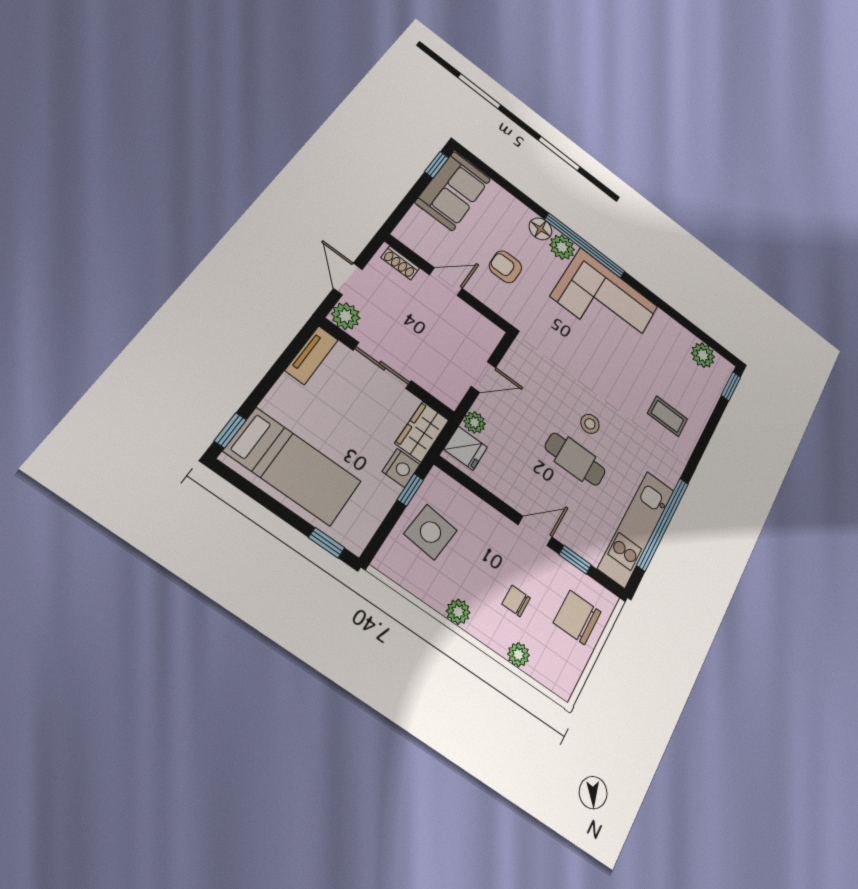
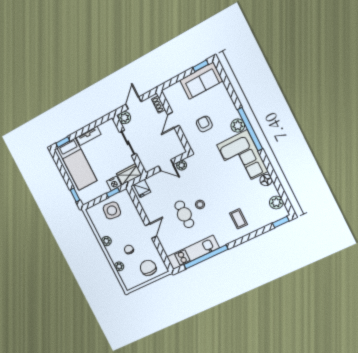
floor lamp: (540, 229) -> (266, 180), moved
door: (446, 282) -> (173, 120), swing flipped
tv unit: (312, 355) -> (88, 136), moved
plant: (475, 422) -> (182, 165), moved
door: (535, 531) -> (151, 231), hinge flipped
window: (575, 560) -> (160, 249), removed

